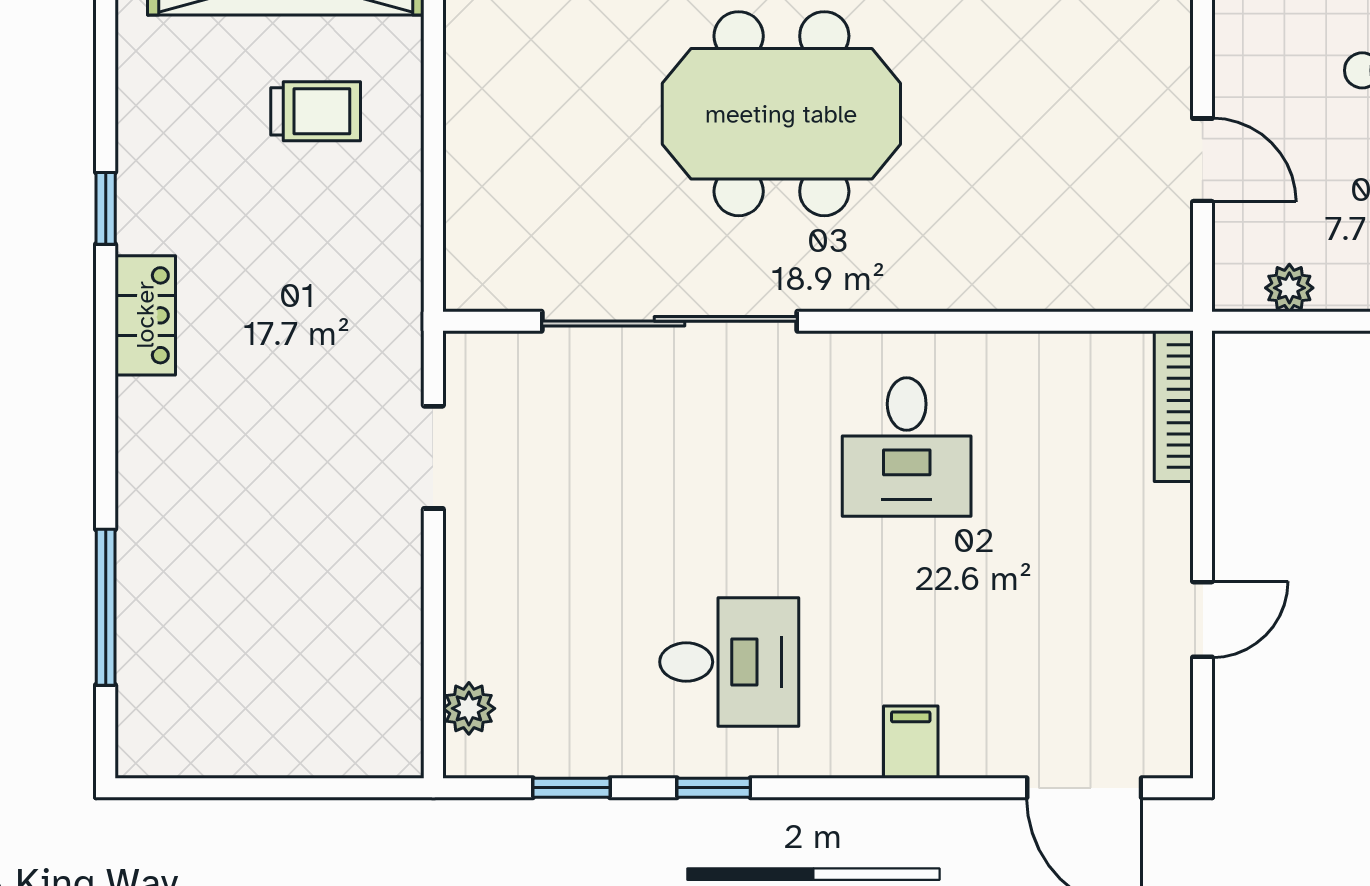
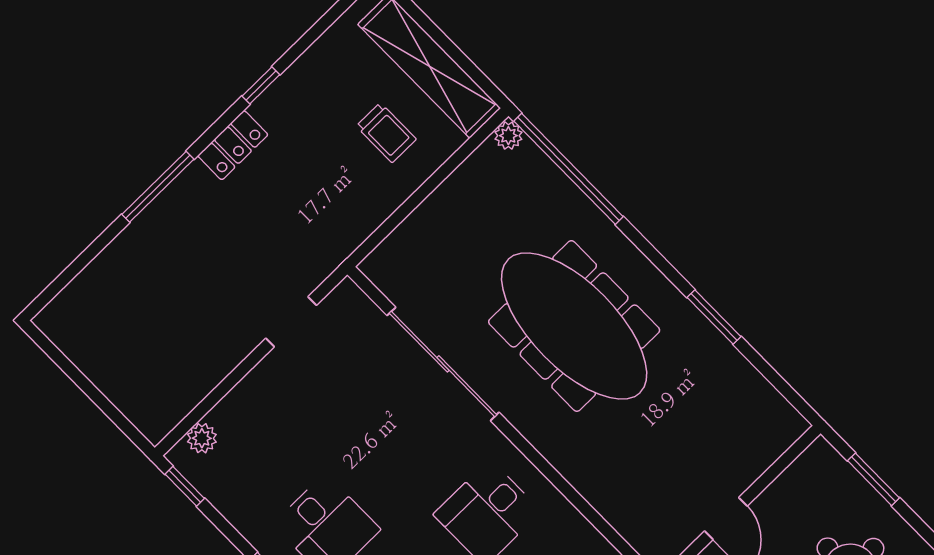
meeting table: (781, 114) -> (574, 326), width x1.36
window: (106, 607) -> (158, 187), moved
window: (571, 788) -> (185, 486), moved

